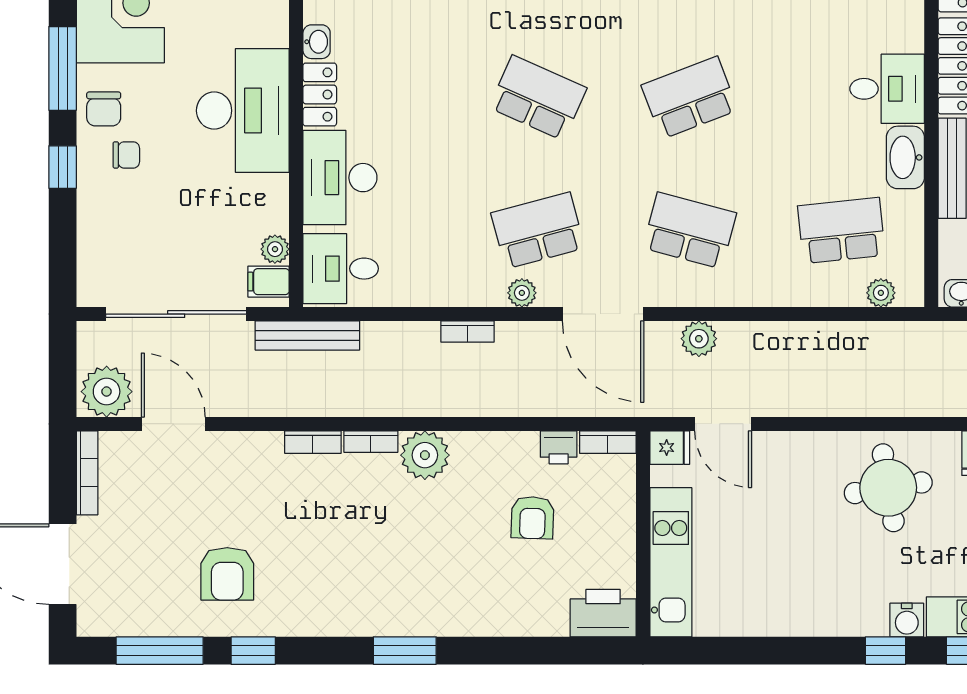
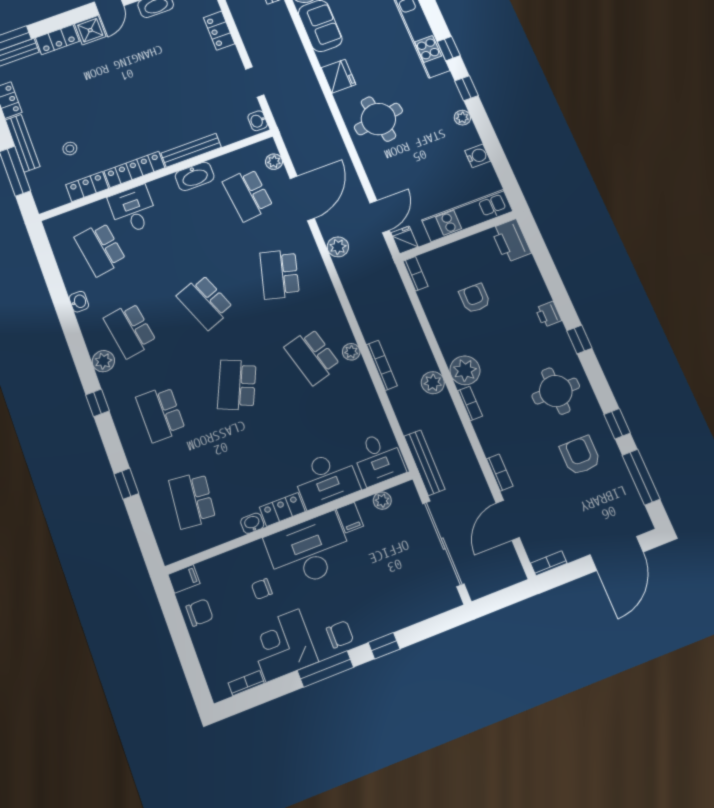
desk: (887, 89) -> (133, 210), moved
chair: (126, 155) -> (262, 589), moved, turned -90
filing cabinet: (269, 282) -> (350, 517), moved
door: (603, 314) -> (302, 198), moved
bookcase: (467, 332) -> (382, 365), width x1.56
plant: (107, 392) -> (433, 383), moved, width x0.73, depth x0.73
bookcase: (313, 442) -> (500, 472), moved
printer: (559, 447) -> (548, 314), moved, turned 180
bookcase: (87, 473) -> (549, 563), width x0.64
armchair: (533, 518) -> (475, 298), turned -92
armchair: (227, 574) -> (580, 455), turned -90
round table: (339, 580) -> (556, 391), added
water cooler: (907, 620) -> (478, 156), moved
plant: (838, 623) -> (462, 118), added
window: (405, 651) -> (579, 339), width x0.67

